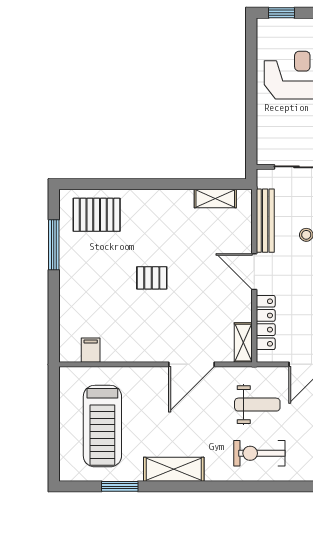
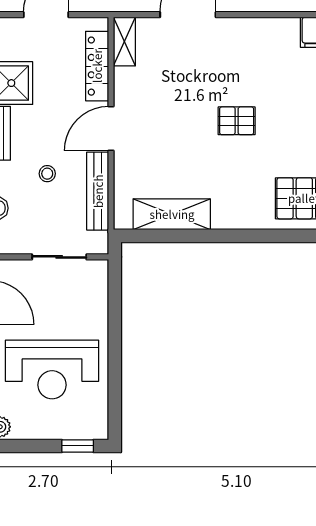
shelving: (215, 199) -> (172, 214), width x1.50, depth x1.33
door: (254, 272) -> (111, 128), swing flipped

